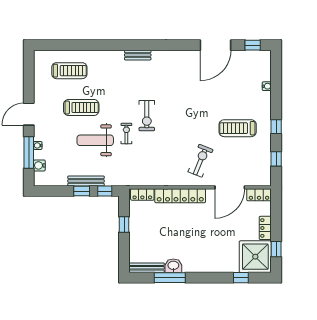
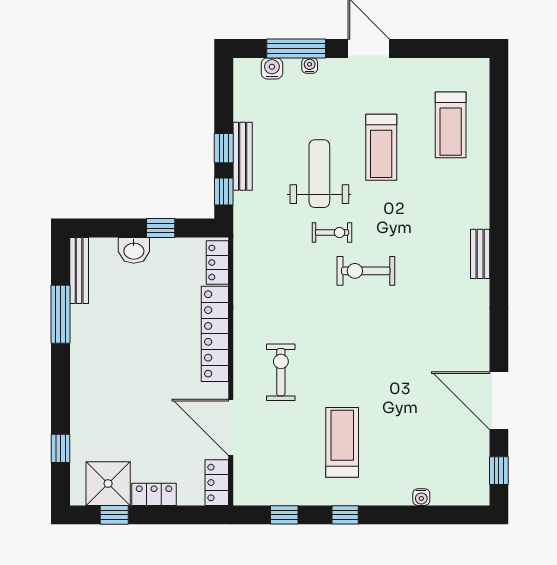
exercise bike: (201, 161) -> (281, 372), turned -112
shower: (255, 257) -> (108, 484), width x0.73, depth x0.73
washbasin: (173, 266) -> (134, 250), moved, turned 90

